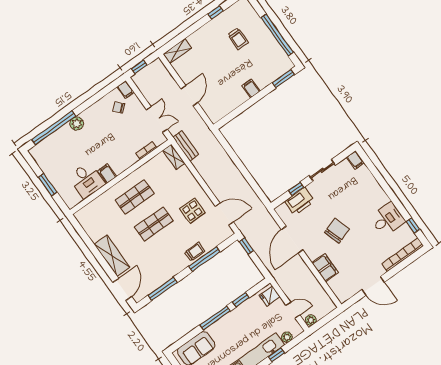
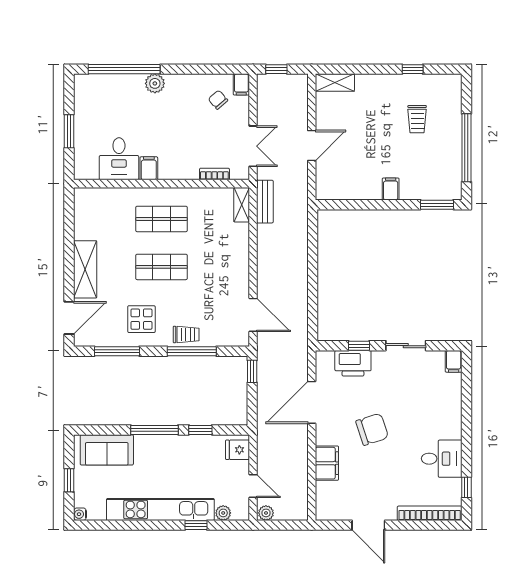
display table: (192, 211) -> (141, 319), moved

